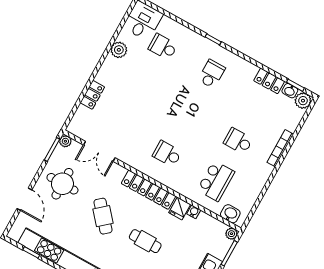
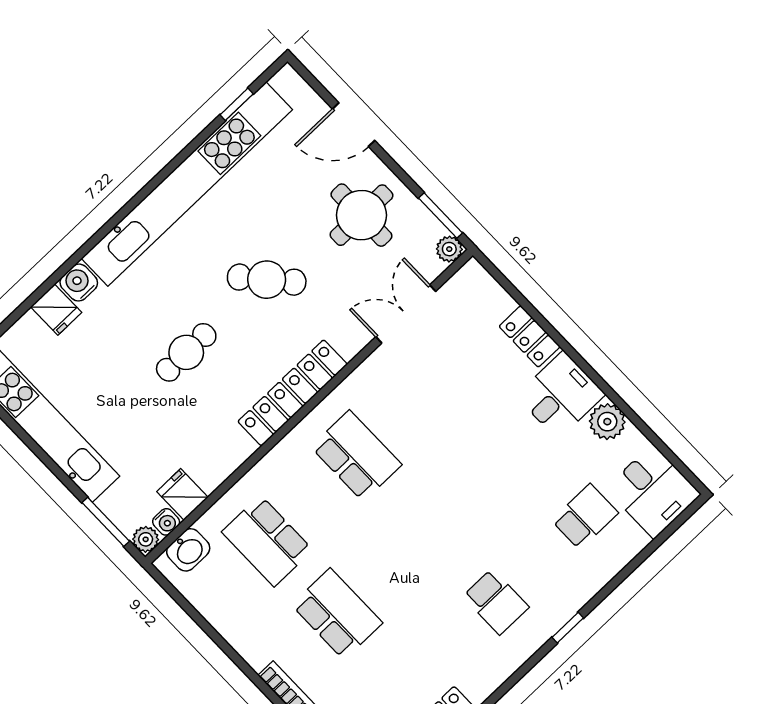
desk: (114, 74) -> (561, 395), added
school desk: (238, 141) -> (337, 614), width x1.85
school desk: (167, 154) -> (356, 456), width x1.85
fridge: (180, 208) -> (182, 494), moved
water cooler: (194, 212) -> (166, 522), moved

